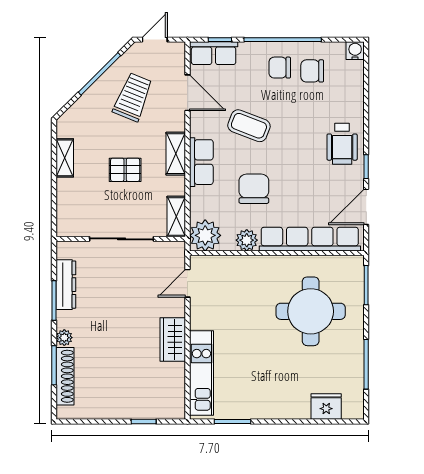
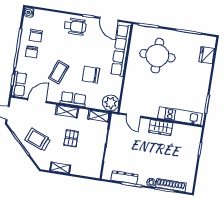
trolley: (133, 97) -> (38, 140), moved
plant: (247, 240) -> (116, 82), removed

